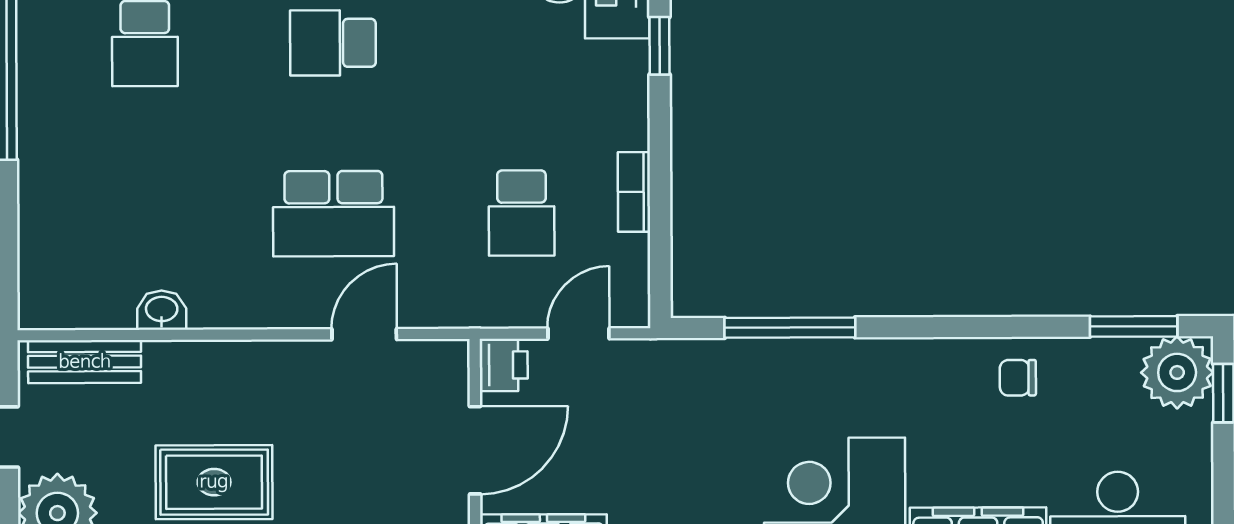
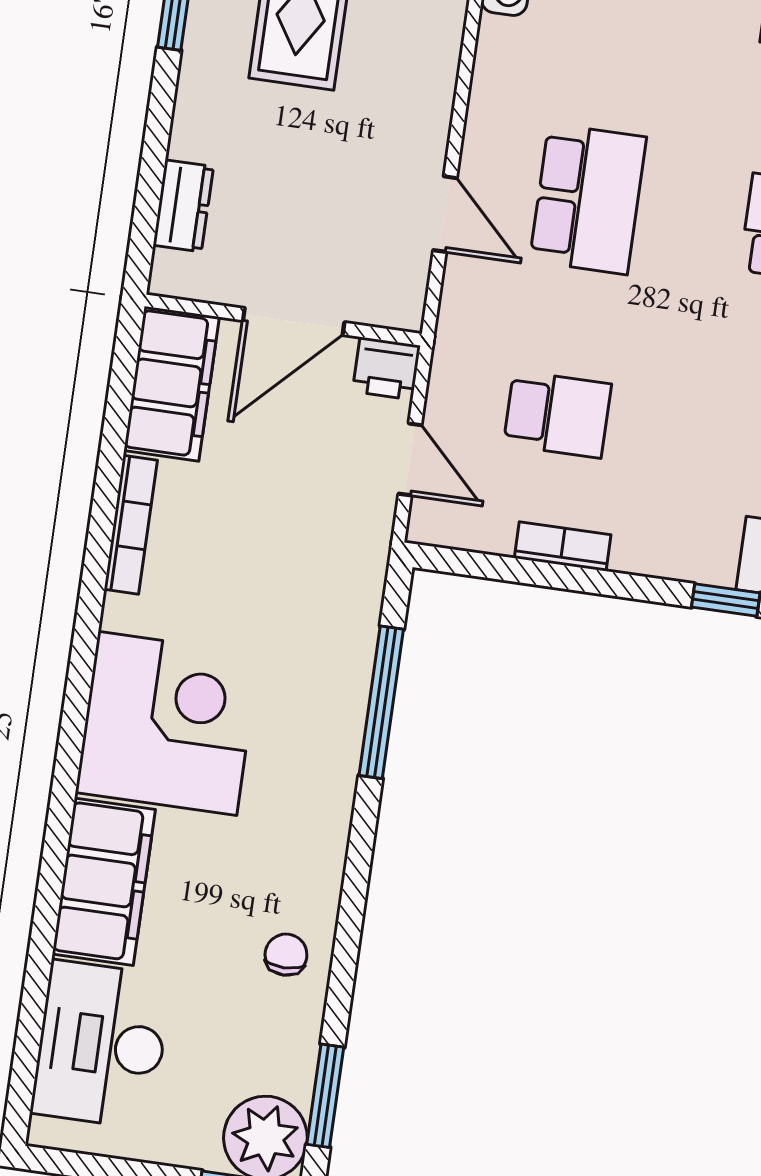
school desk: (522, 213) -> (557, 414), turned 180
school desk: (333, 214) -> (588, 199), turned 180
door: (475, 450) -> (294, 321), hinge flipped

